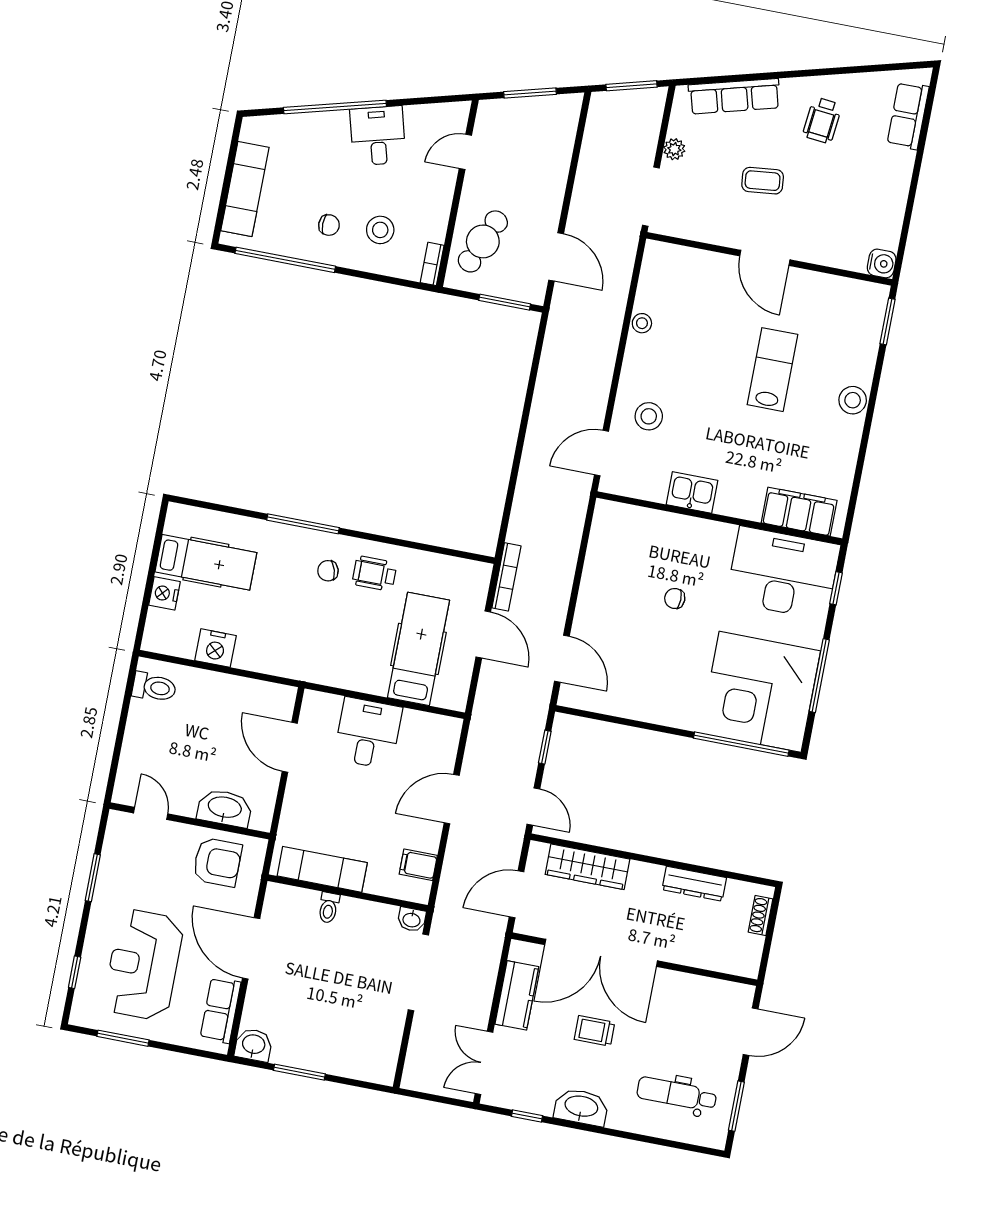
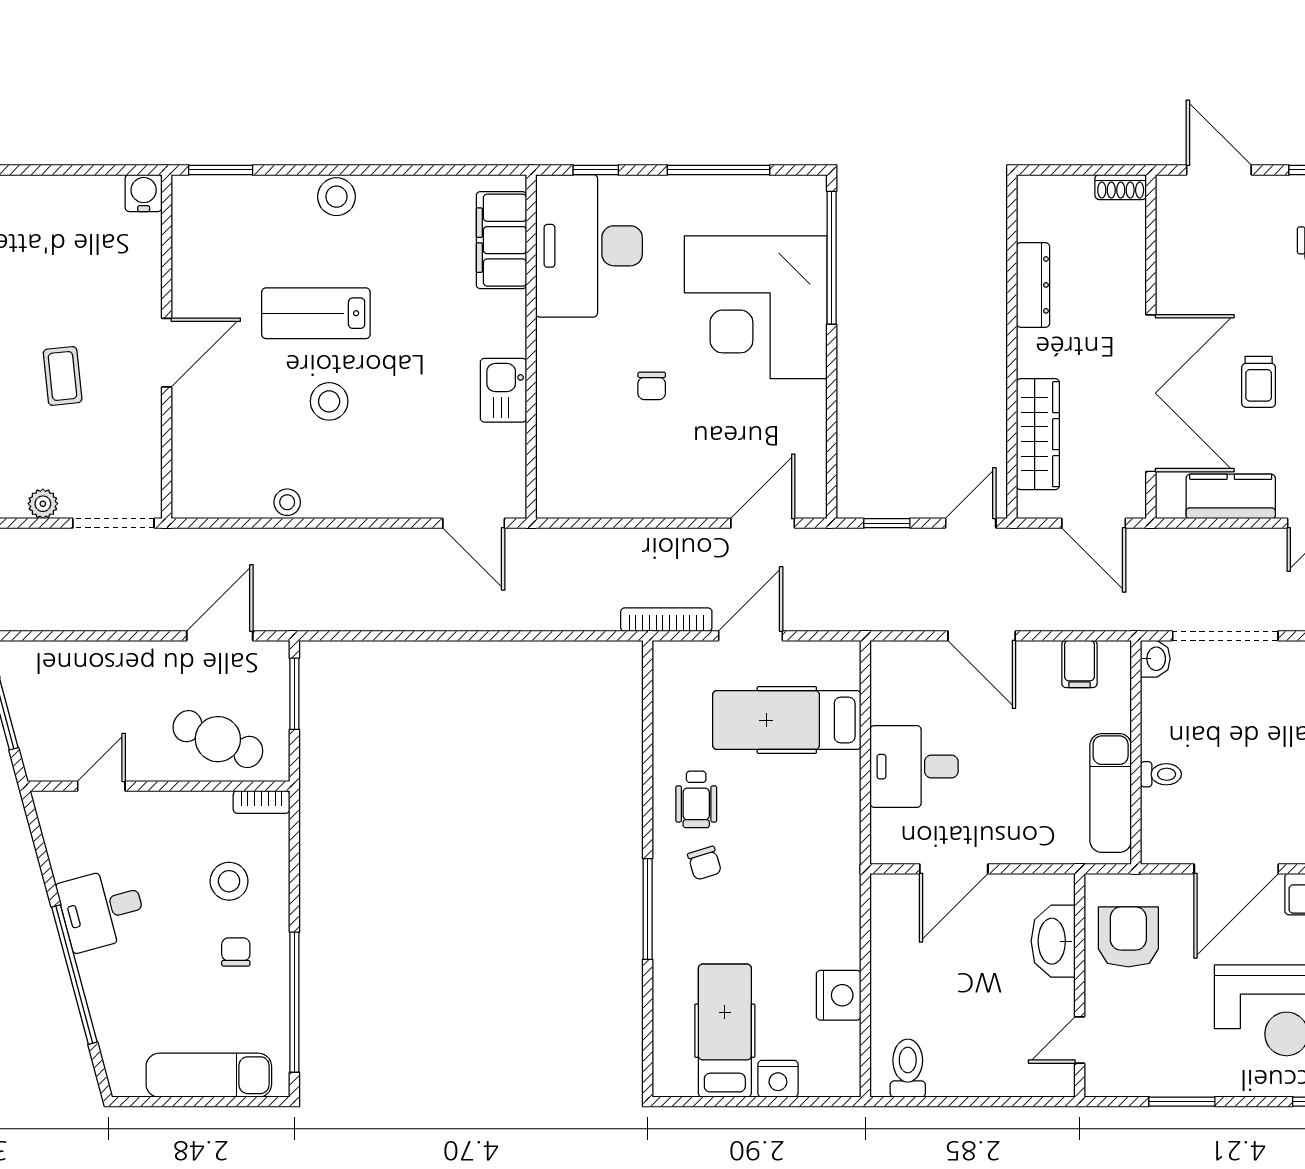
door: (465, 152) -> (101, 786), swing flipped
stool: (649, 416) -> (329, 401), moved
corner desk: (760, 692) -> (756, 307), moved, turned 90
shoe rack: (760, 915) -> (1121, 187), moved

